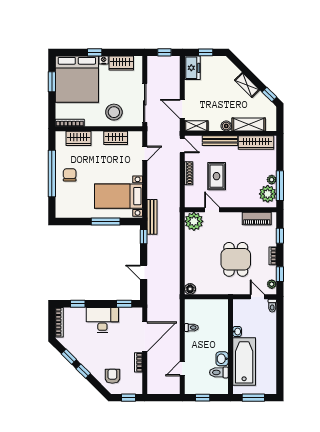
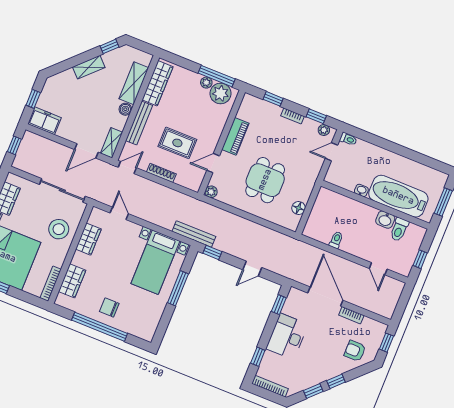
piano: (257, 219) -> (235, 136), moved
plant: (194, 221) -> (211, 192), width x0.53, depth x0.53
dining table: (236, 259) -> (265, 180), moved, turned 90
floor lamp: (190, 289) -> (299, 208), moved

